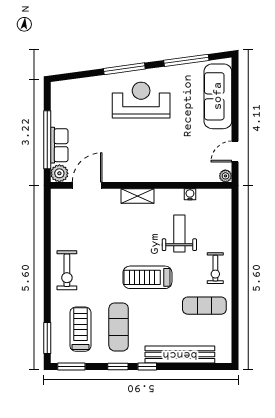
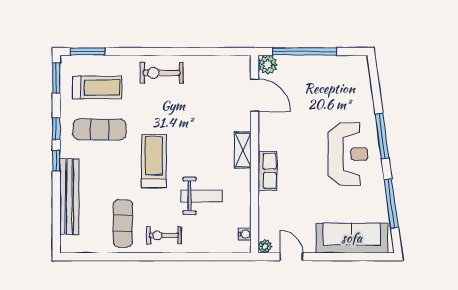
row of seats: (59, 145) -> (267, 171), moved, turned -90
water cooler: (190, 194) -> (245, 234), moved

